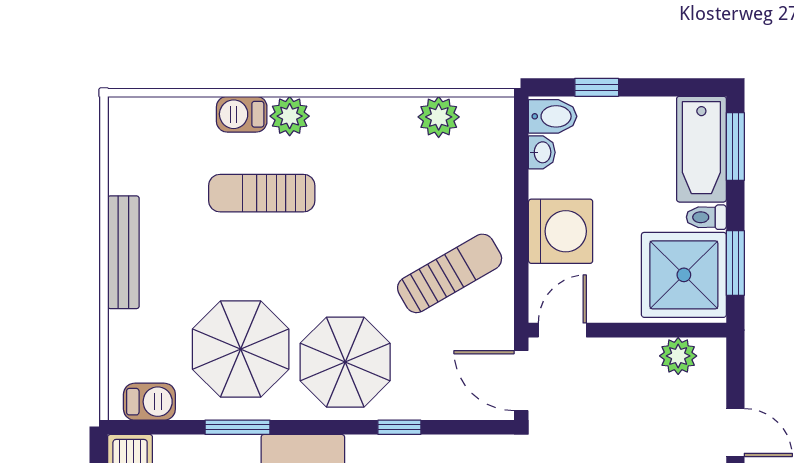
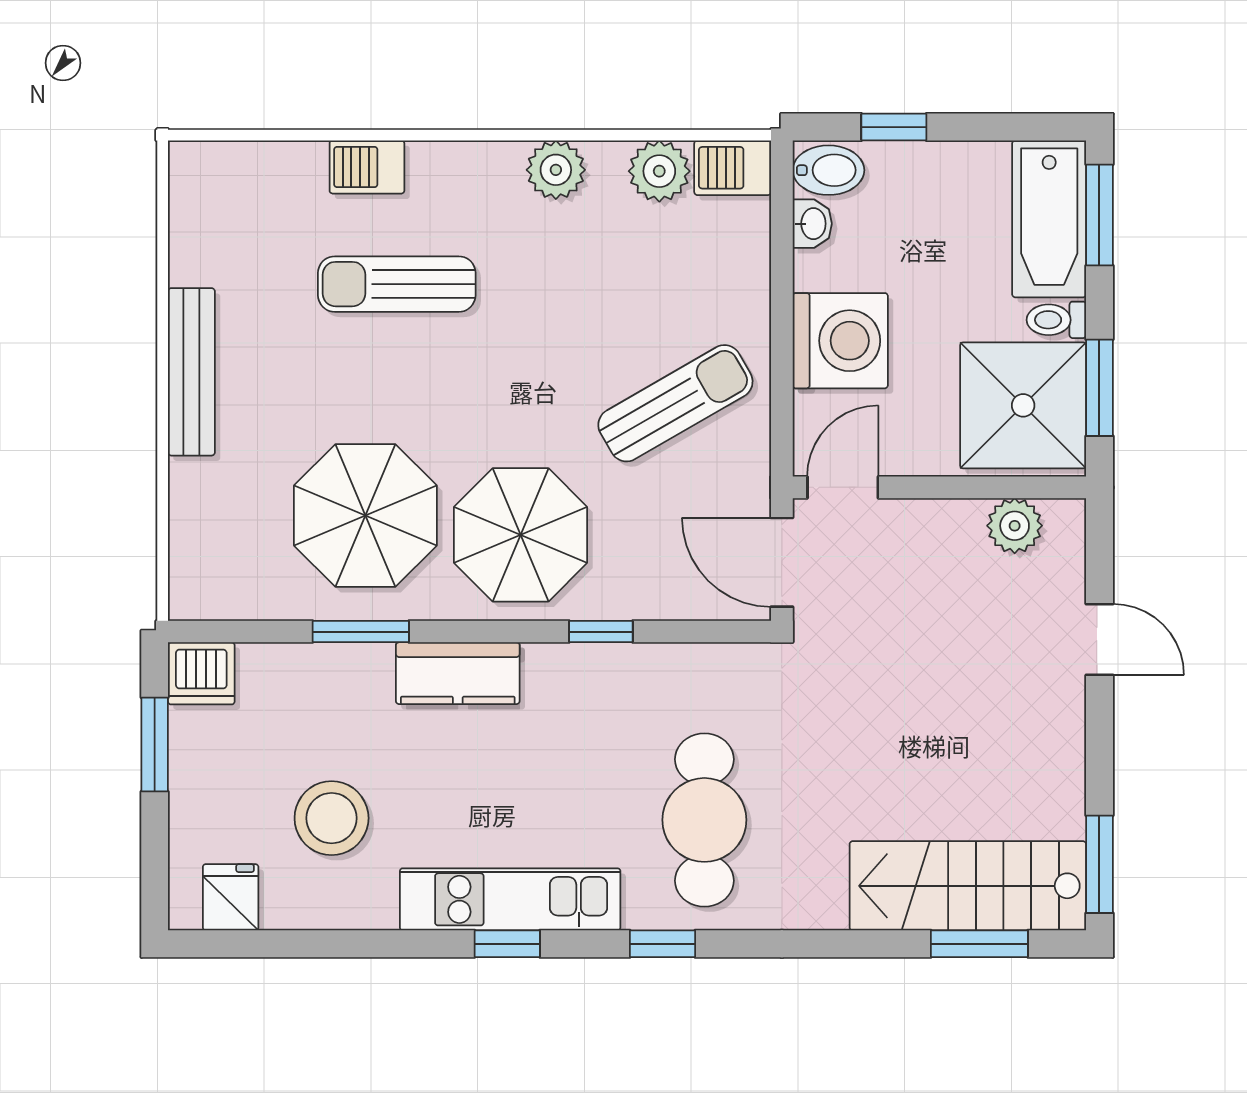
plant: (290, 116) -> (556, 170), moved
barbecue: (149, 402) -> (733, 168), moved, turned 180

